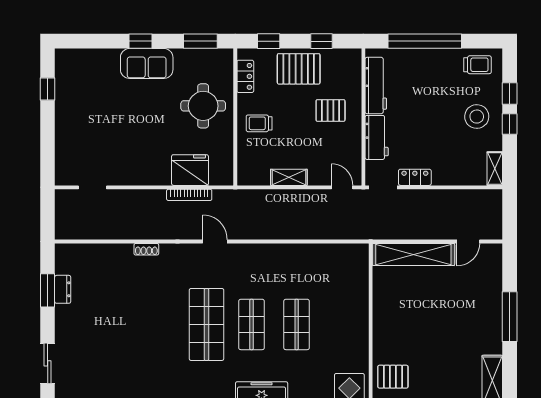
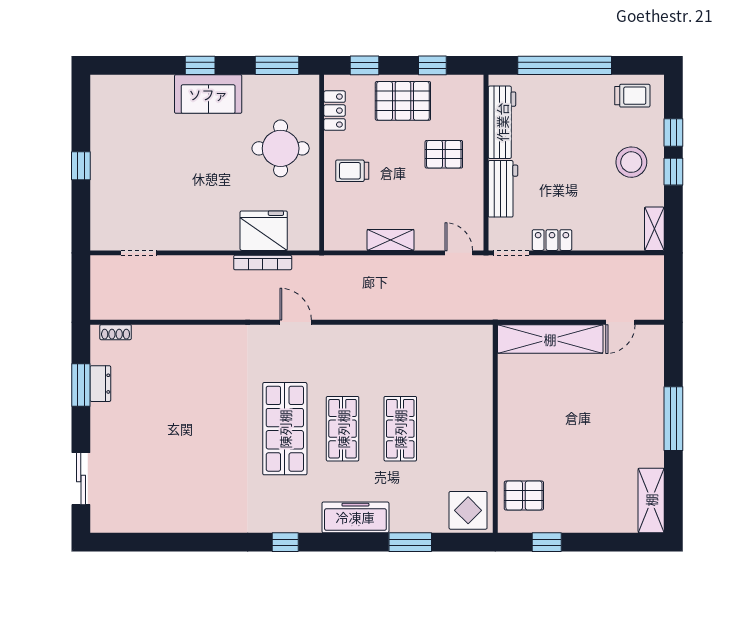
window: (48, 89) -> (81, 166), moved
shoe rack: (146, 249) -> (116, 332), moved

